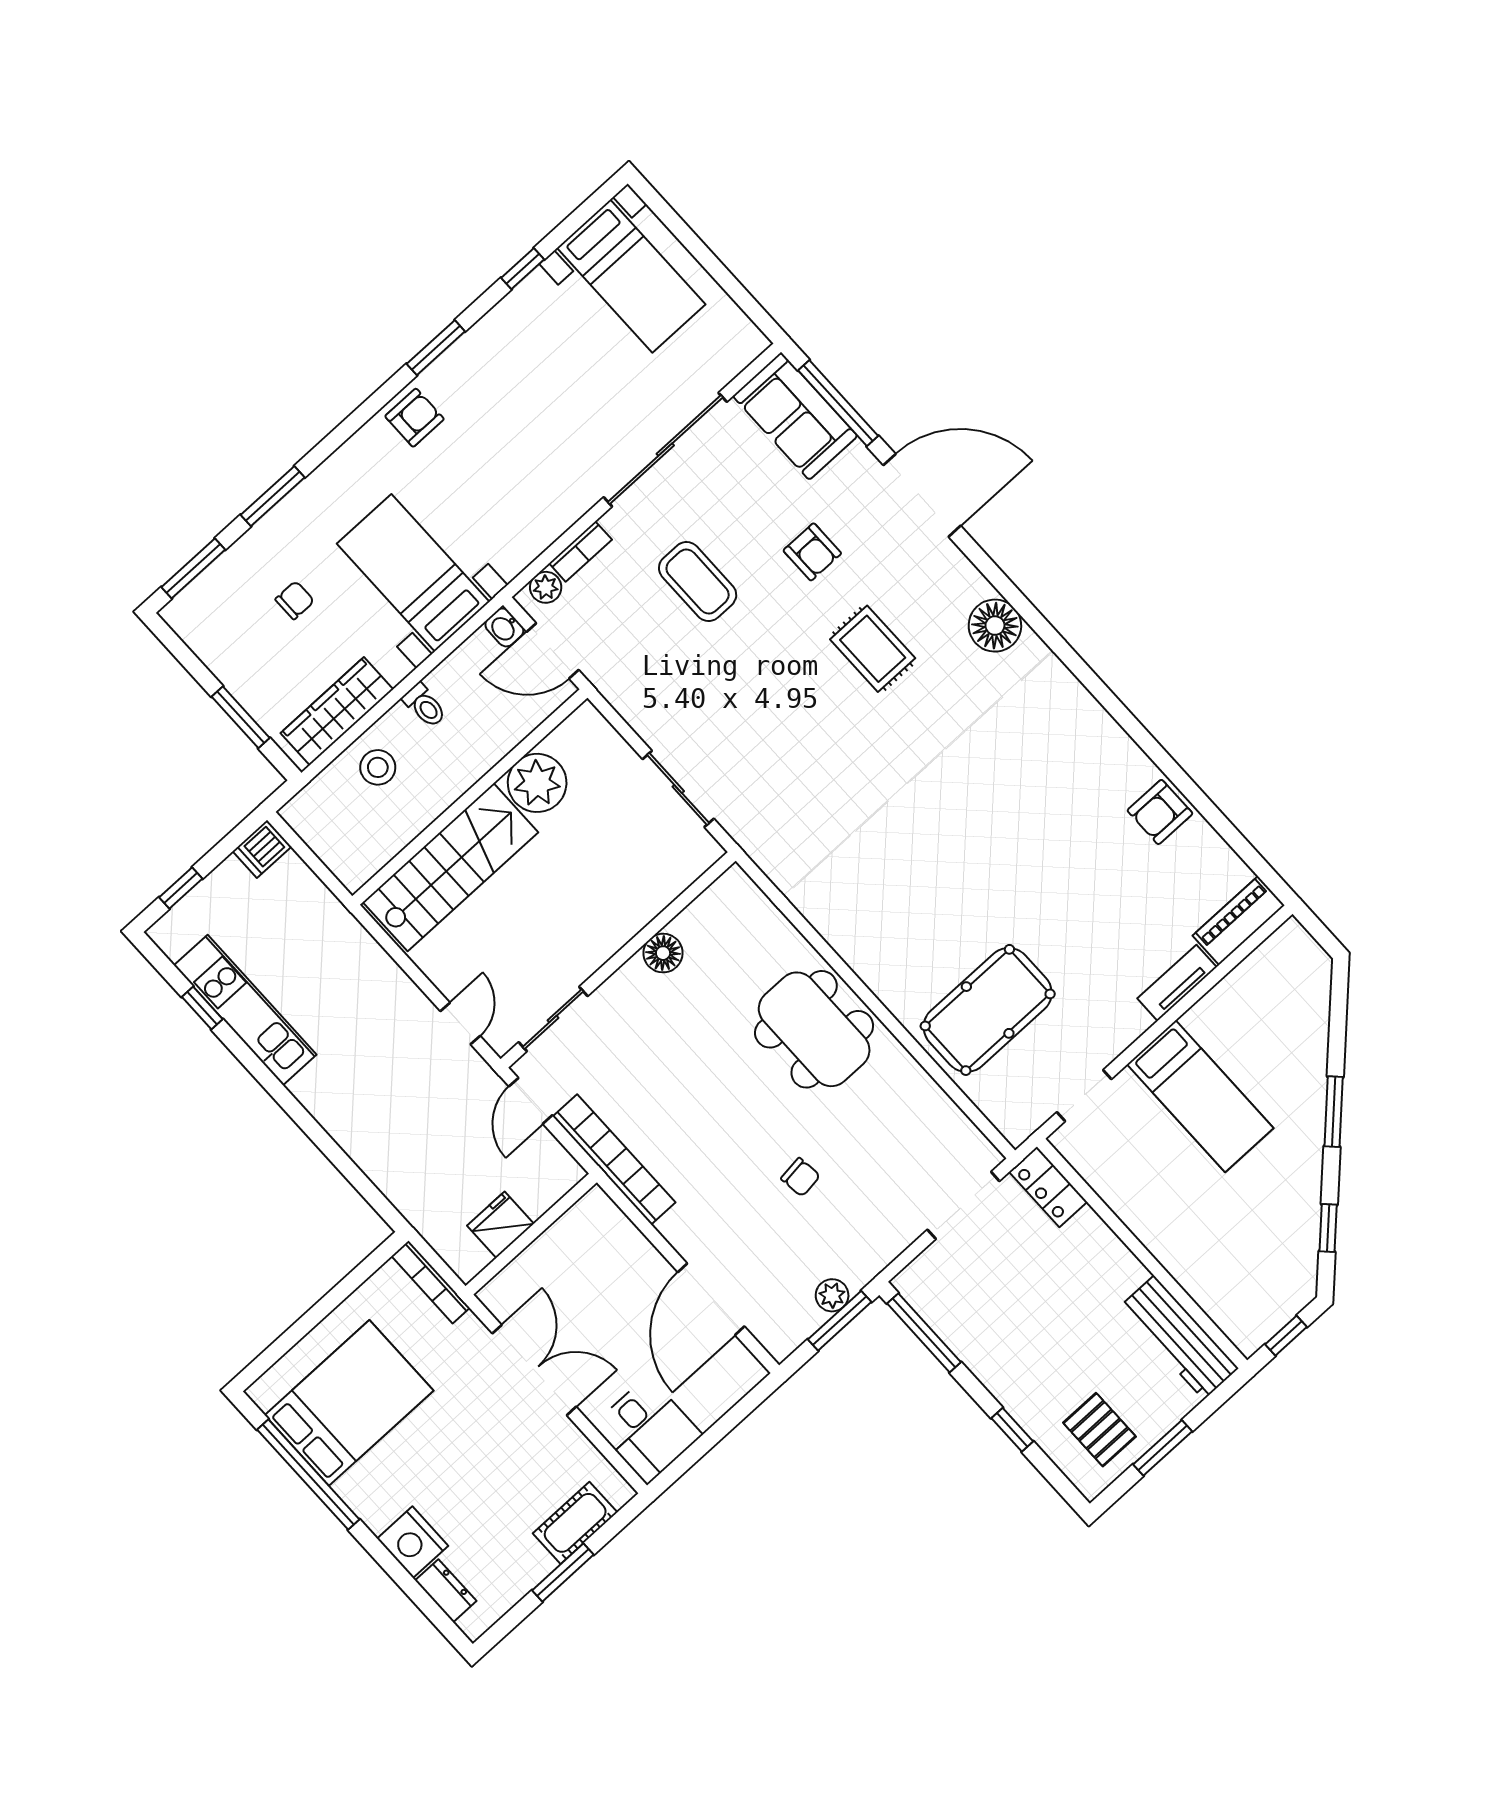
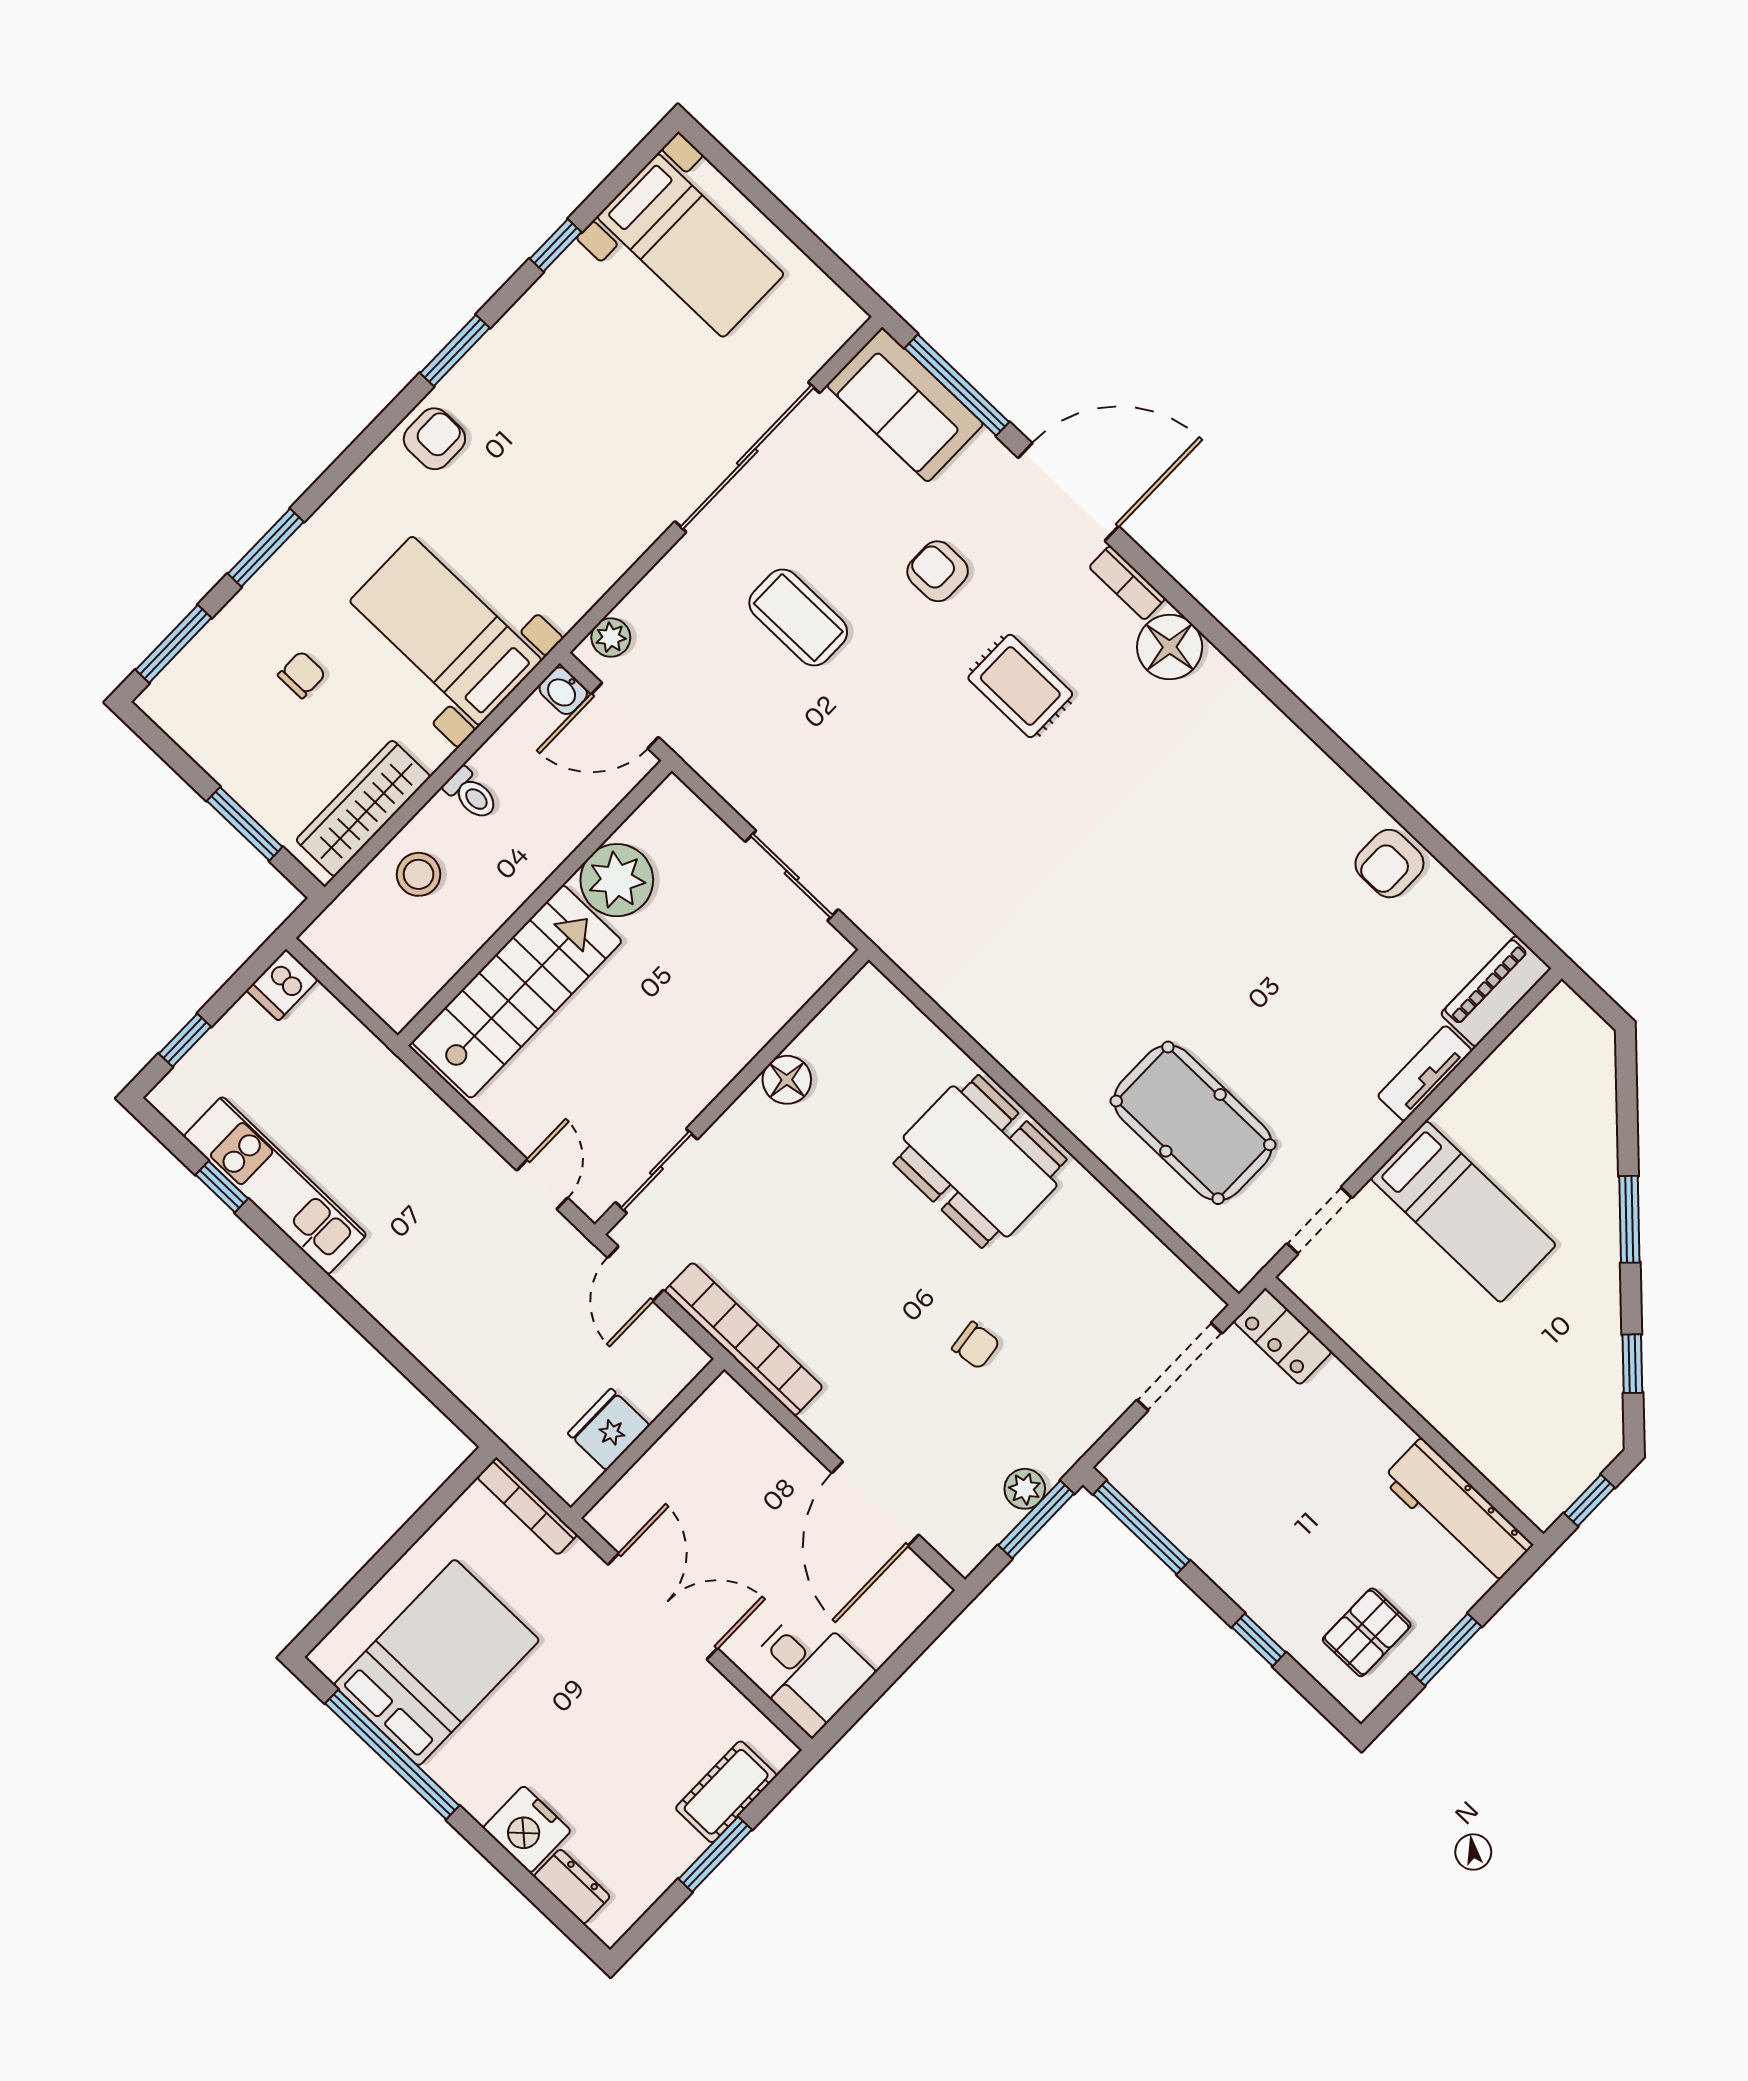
bookcase: (580, 551) -> (1127, 583), moved, turned 90
armchair: (812, 552) -> (938, 571), turned 180
pool table: (988, 1010) -> (1193, 1123), turned 90
pallet: (1099, 1430) -> (1367, 1632), turned 90

